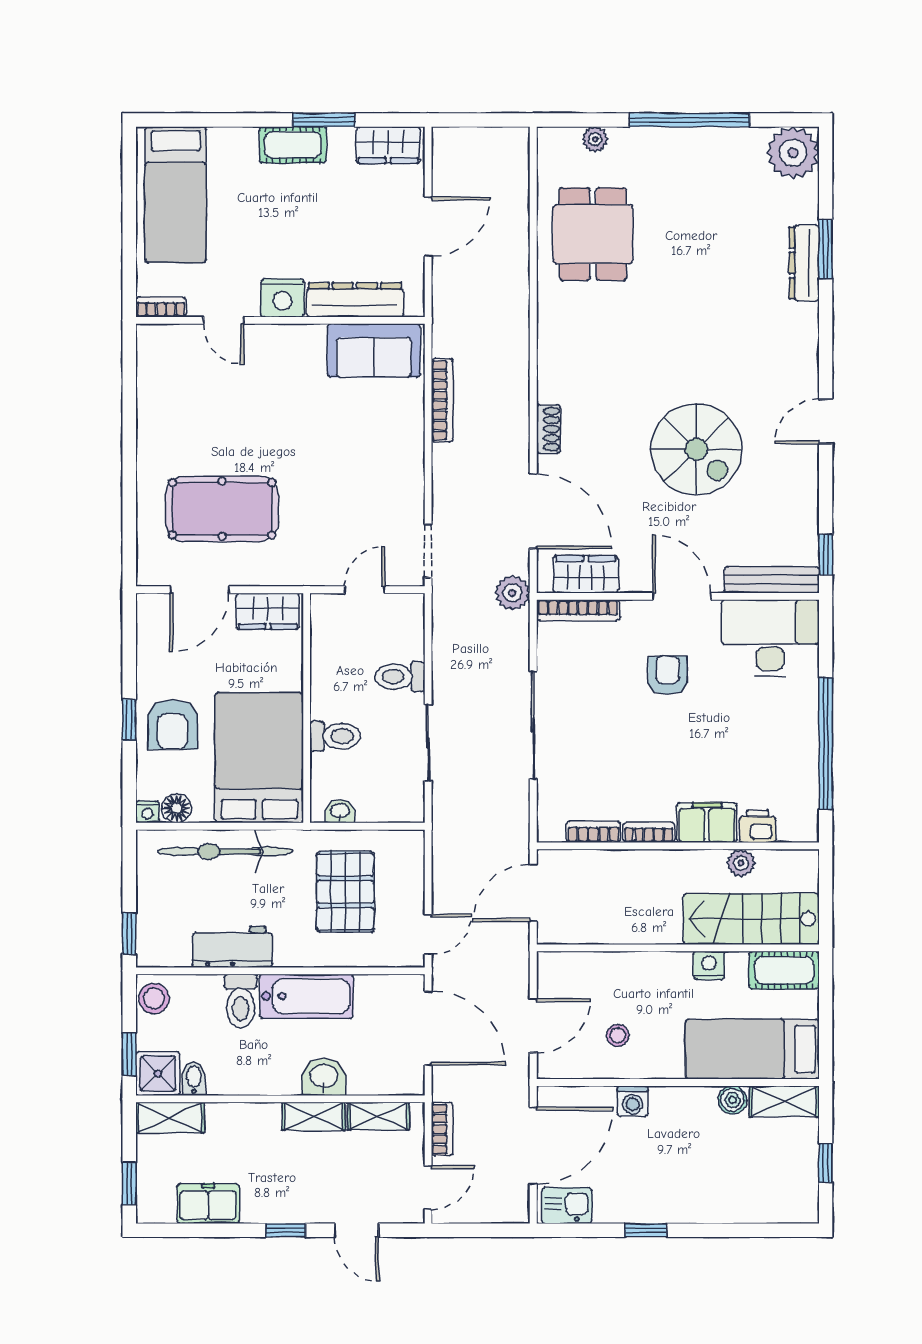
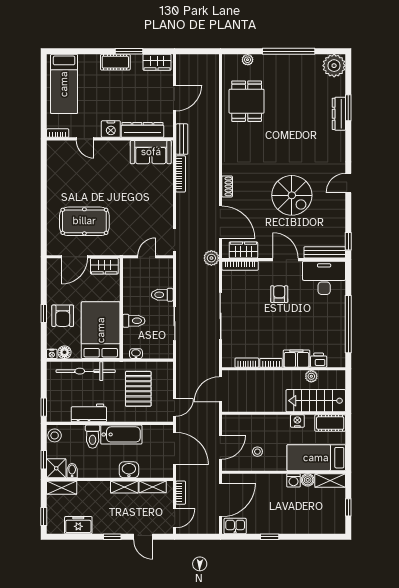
bench: (445, 321) -> (182, 139), added
washing machine: (633, 1101) -> (294, 480), moved

